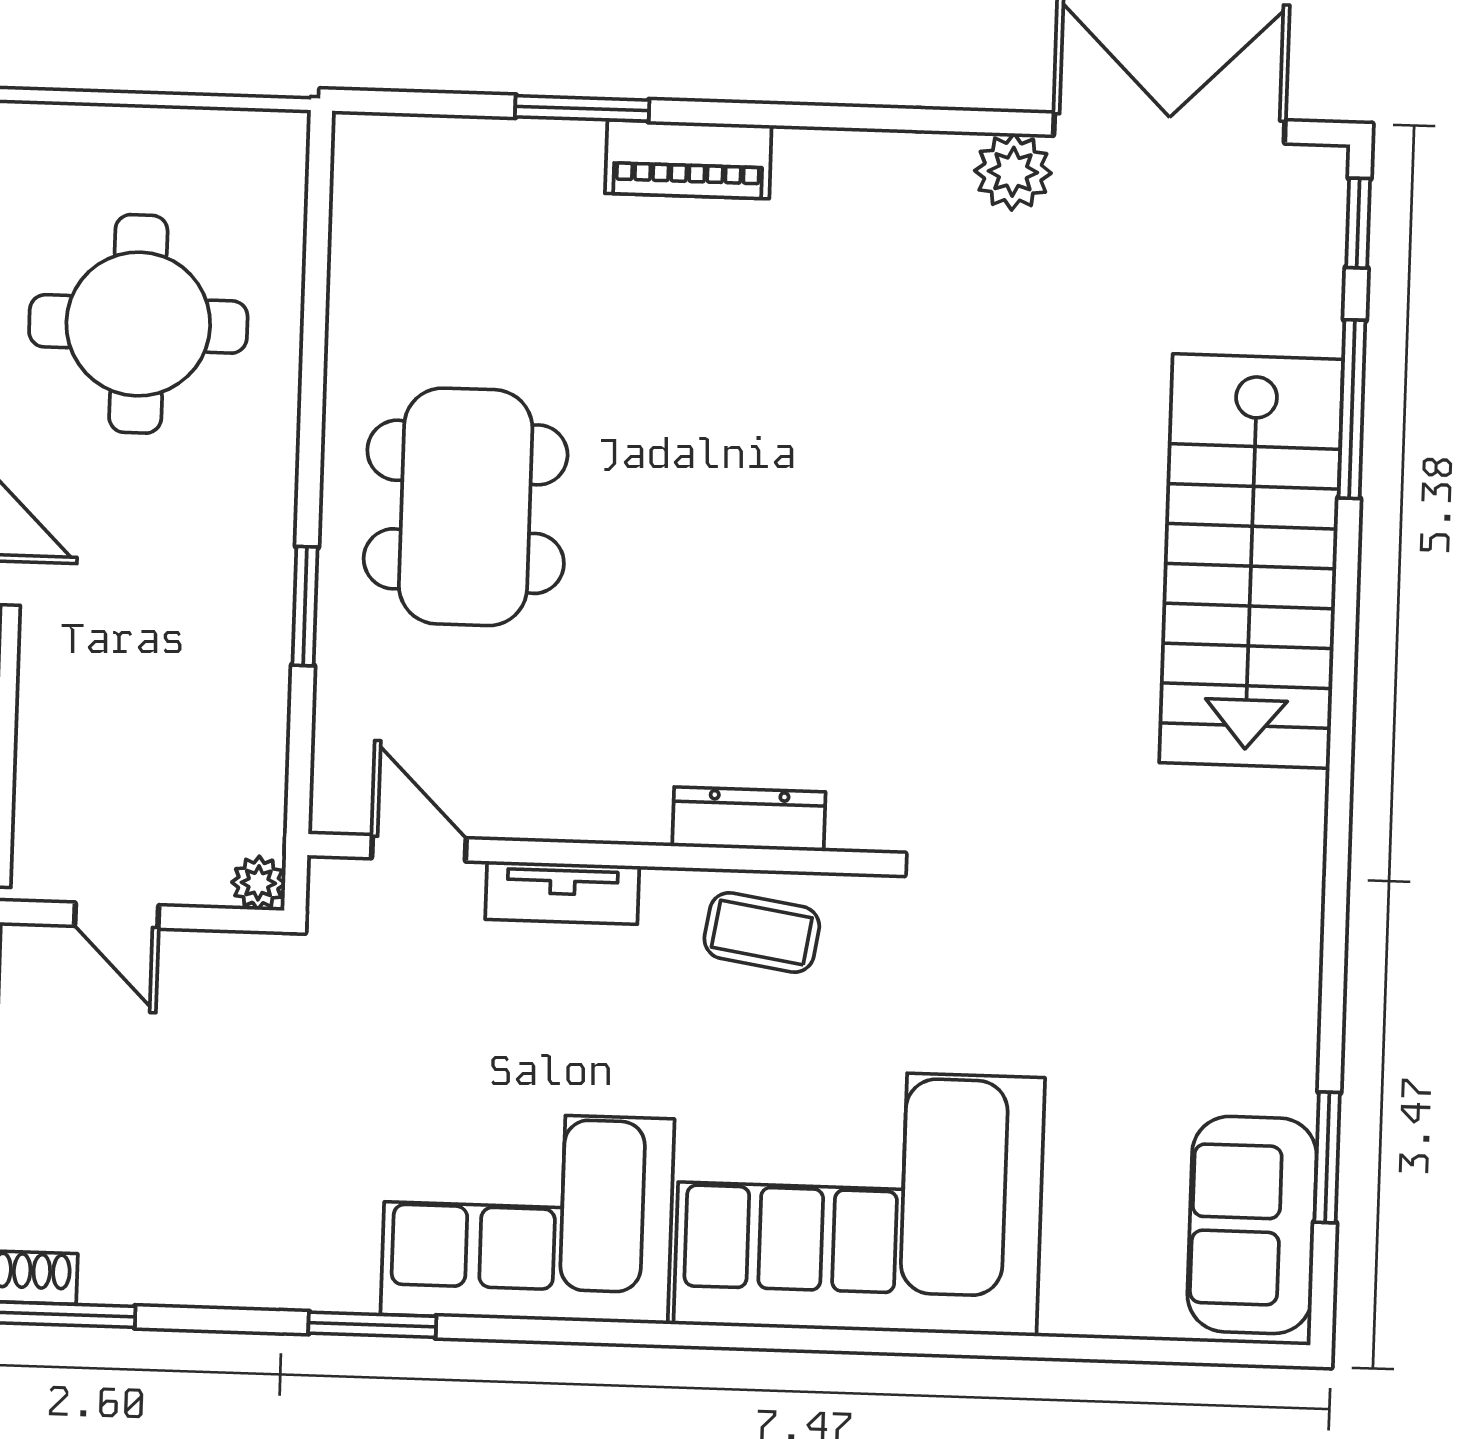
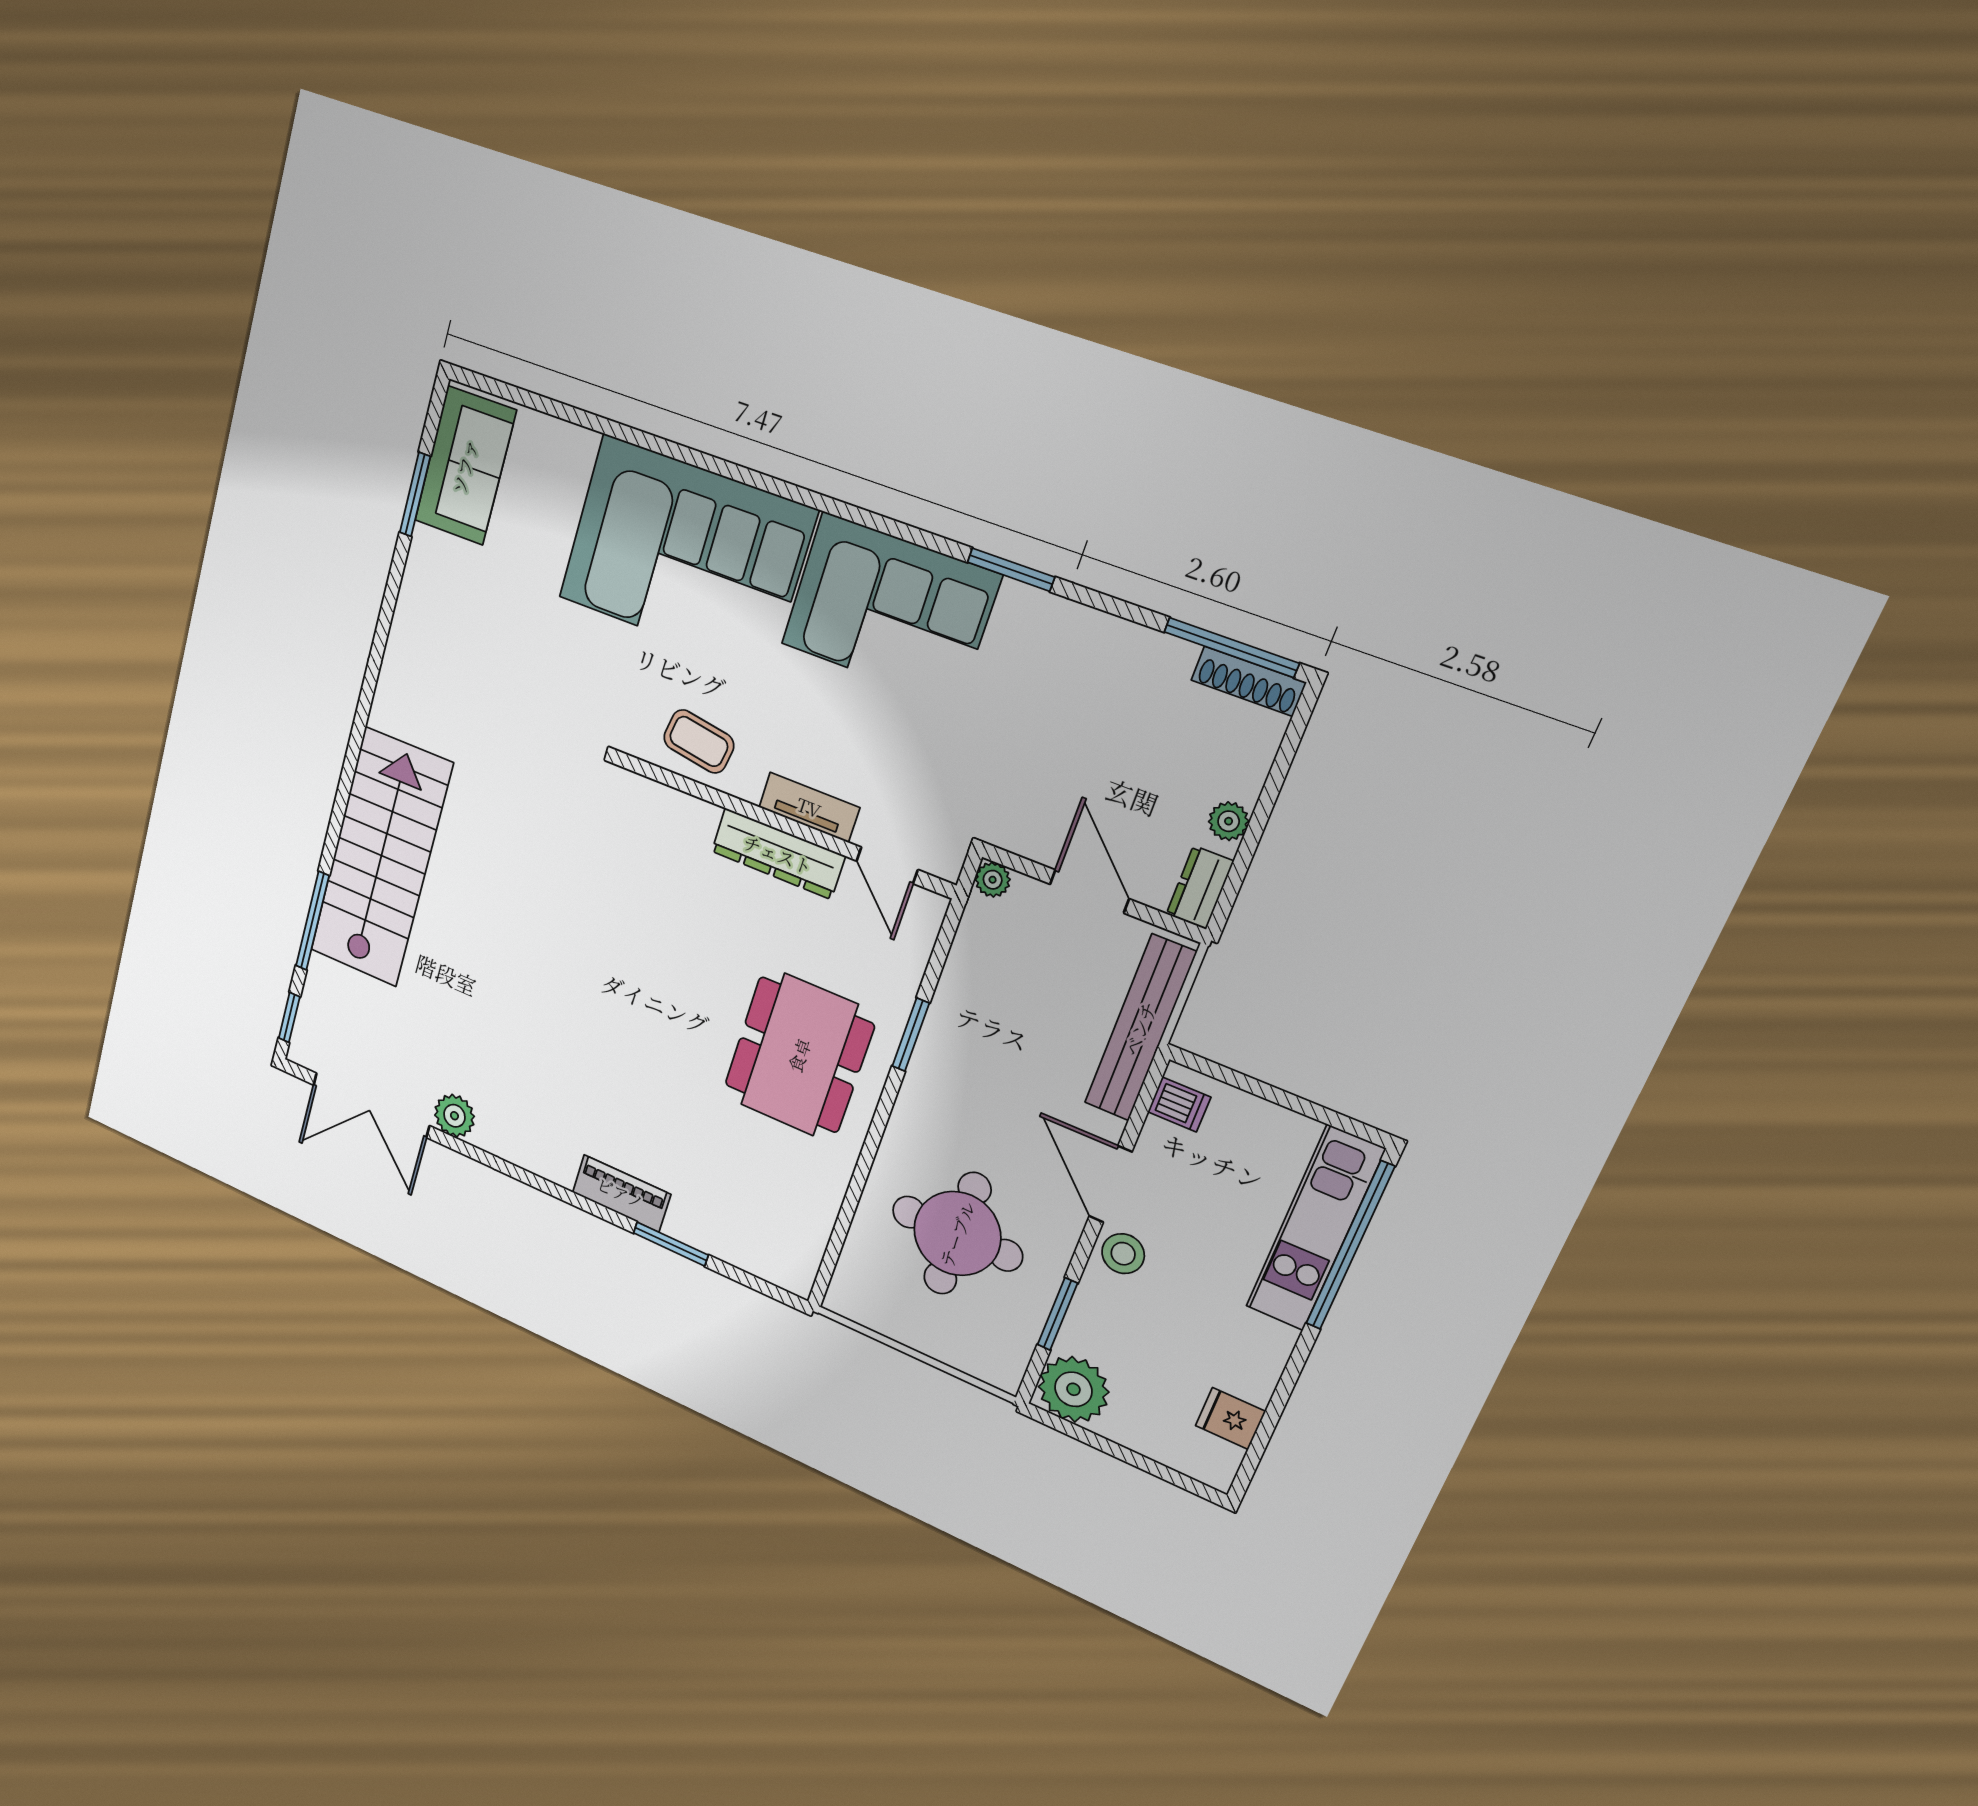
dresser: (749, 819) -> (778, 854), moved, width x1.37, depth x1.24
door: (117, 916) -> (1089, 892), width x1.38

